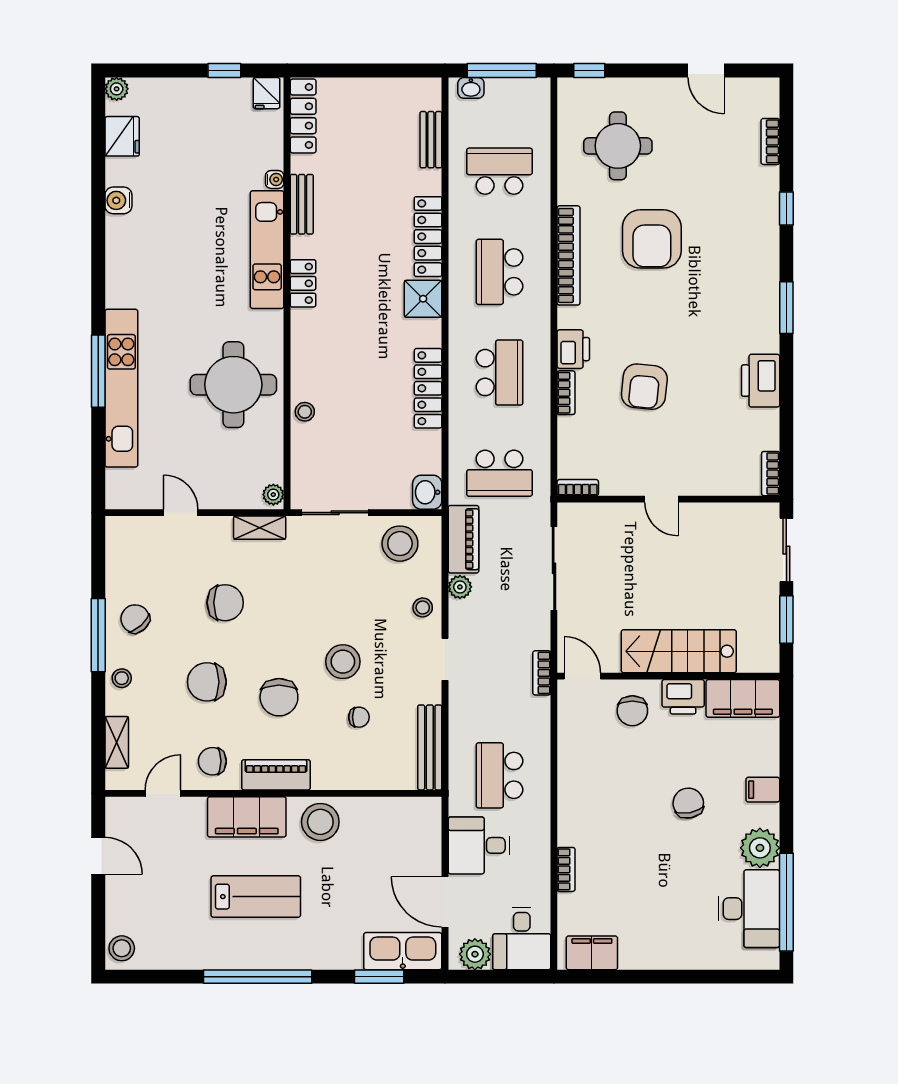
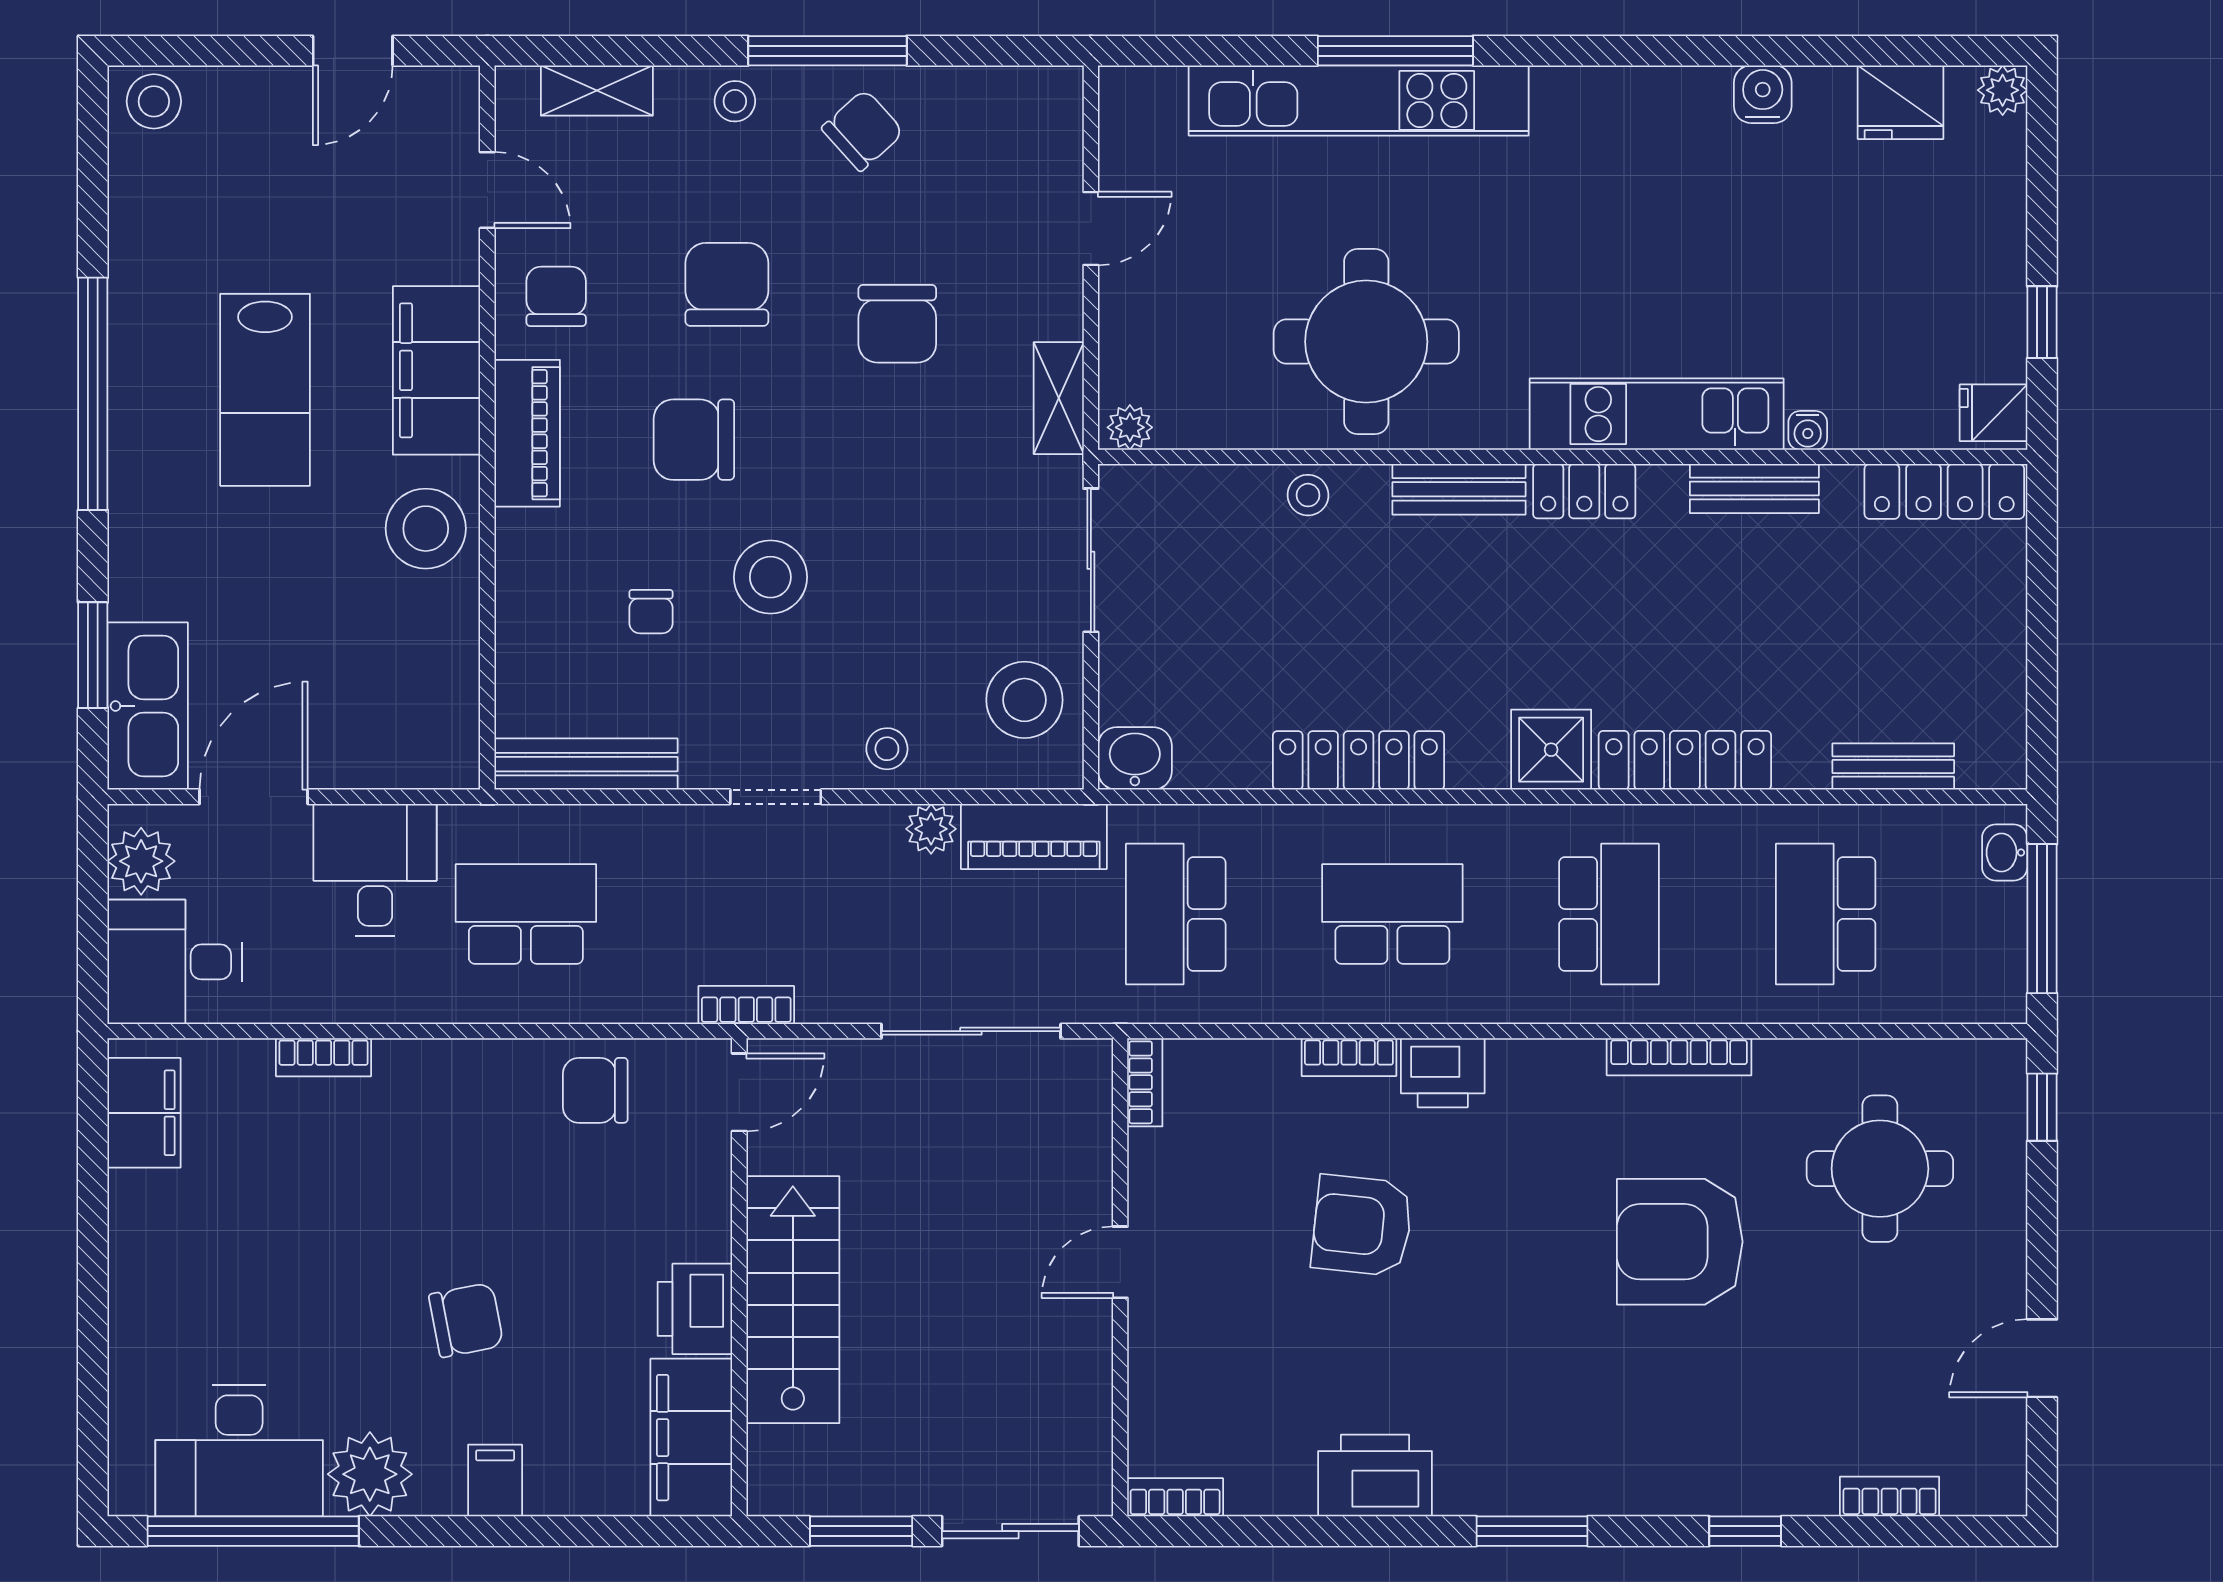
school desk: (499, 171) -> (1826, 914), turned 180
bookcase: (569, 255) -> (1679, 1057), width x0.68, depth x0.76
school desk: (499, 272) -> (1609, 914), turned 90
bench: (302, 342) -> (1459, 489), added
school desk: (499, 373) -> (1392, 914), turned 180
chair: (632, 711) -> (595, 1090), moved

